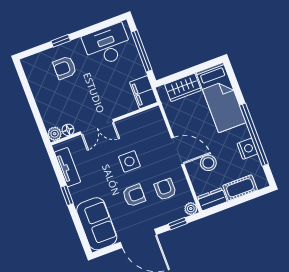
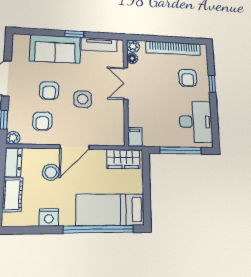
armchair: (65, 68) -> (188, 78), turned 180
wardrobe: (183, 87) -> (123, 159), moved, turned -90
bookcase: (39, 92) -> (173, 48), added
filing cabinet: (143, 92) -> (135, 137), width x0.50
window: (254, 135) -> (99, 229), moved
armchair: (165, 189) -> (42, 121), turned 90
sofa: (97, 224) -> (55, 49), moved

